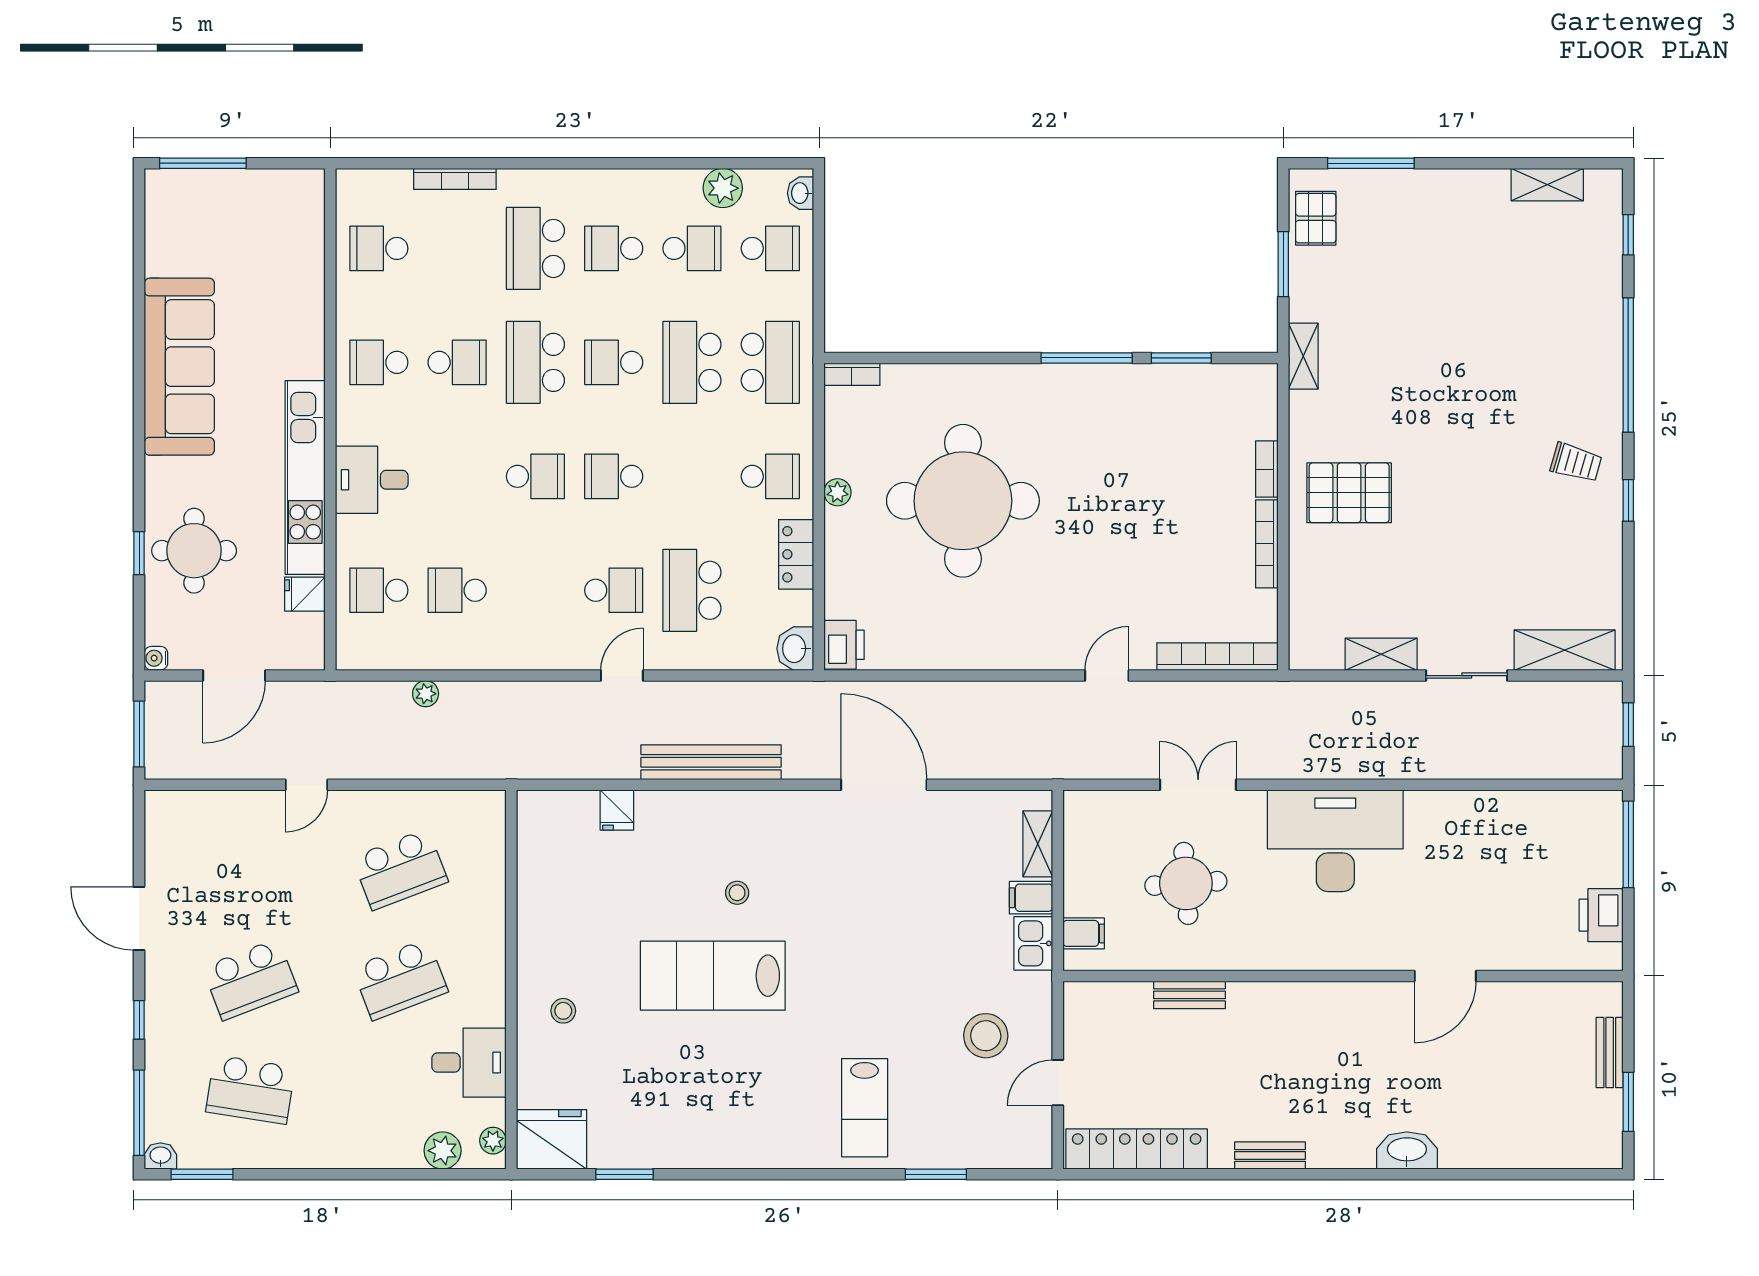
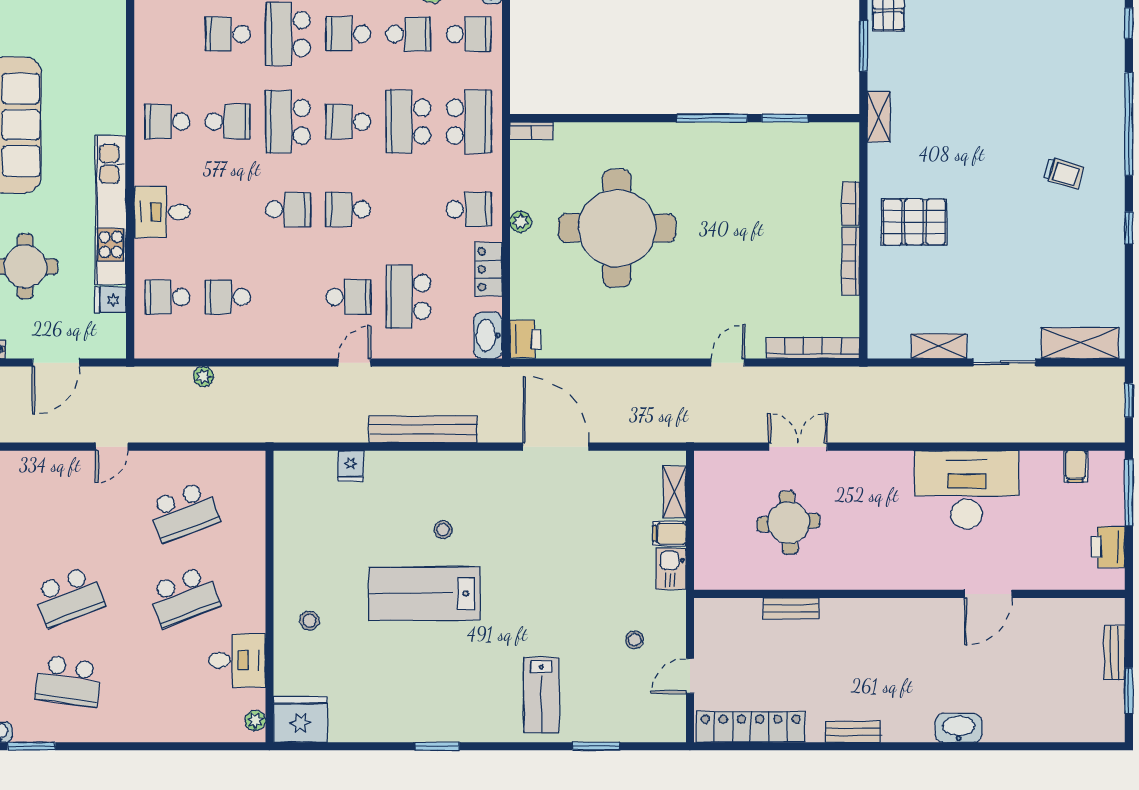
school desk: (379, 248) -> (228, 34), moved
trolley: (1576, 462) -> (1064, 173), moved
washbasin: (795, 649) -> (488, 335), width x1.38
desk: (1335, 841) -> (966, 490), moved
filing cabinet: (1084, 933) -> (1076, 466), moved, turned 90
stool: (986, 1036) -> (635, 640), width x0.53, depth x0.53
plant: (443, 1151) -> (217, 728), removed
window: (625, 1174) -> (437, 746), moved

